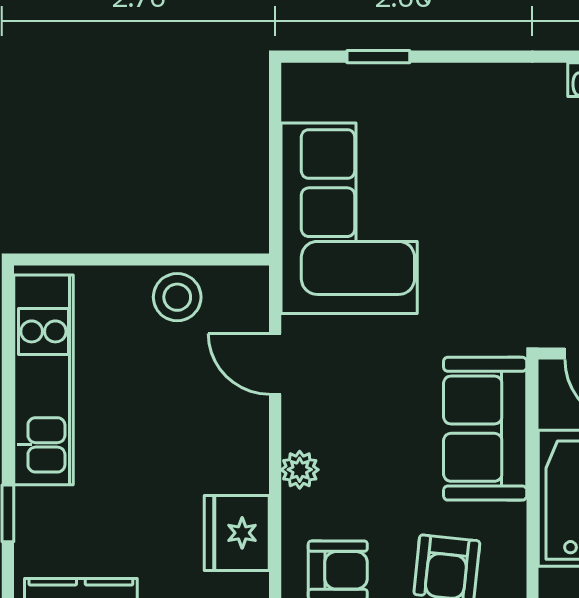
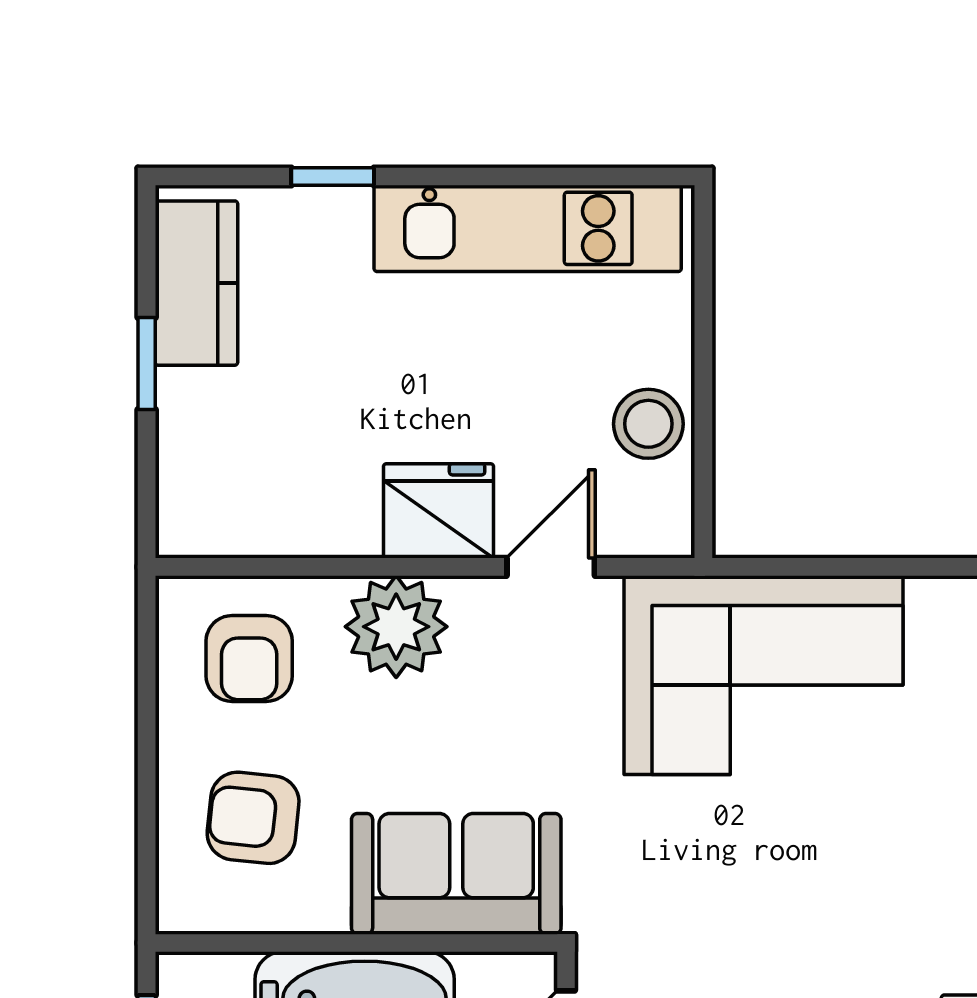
plant: (300, 470) -> (396, 627), width x1.87, depth x1.87
fridge: (237, 533) -> (438, 511), moved

